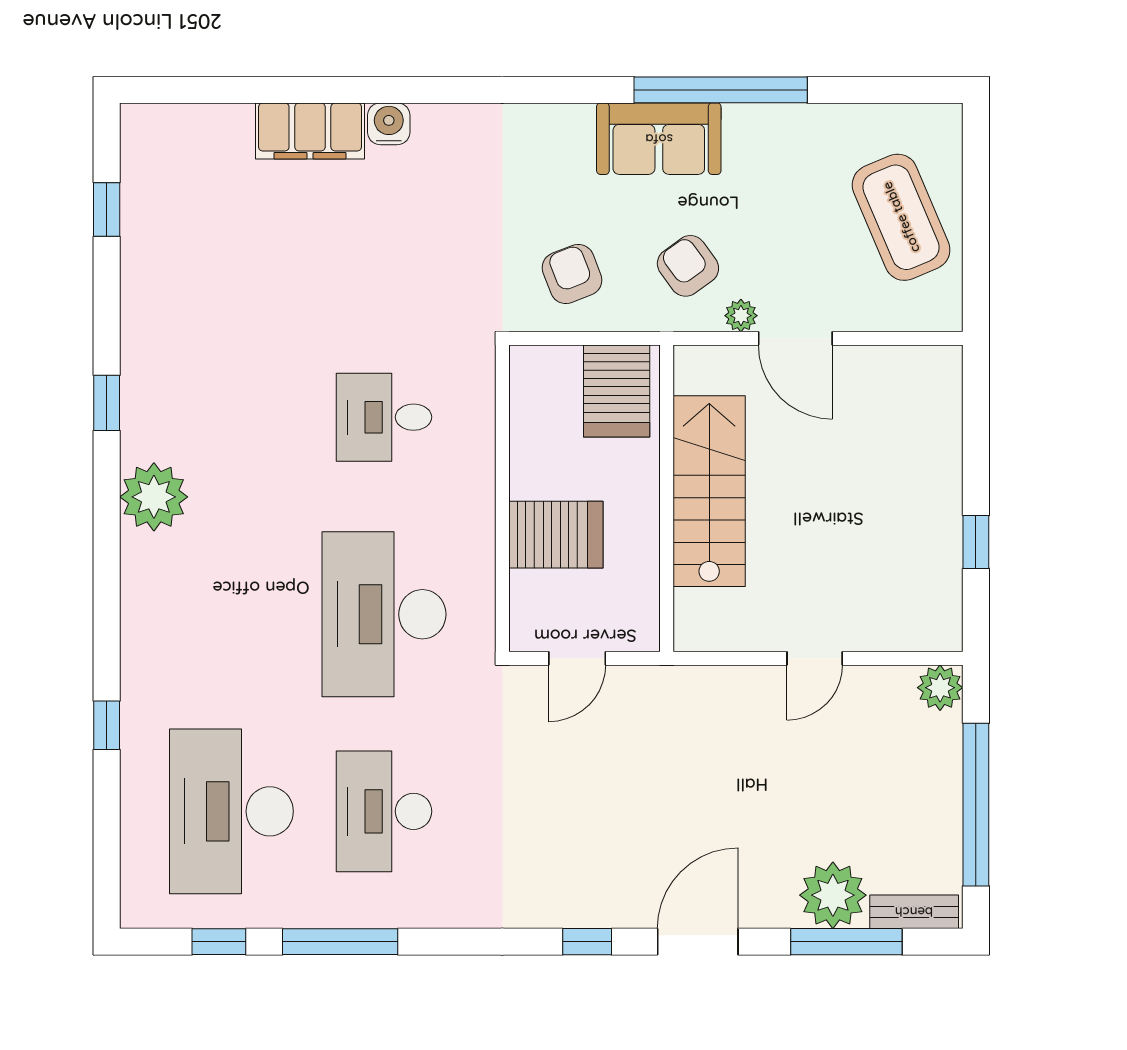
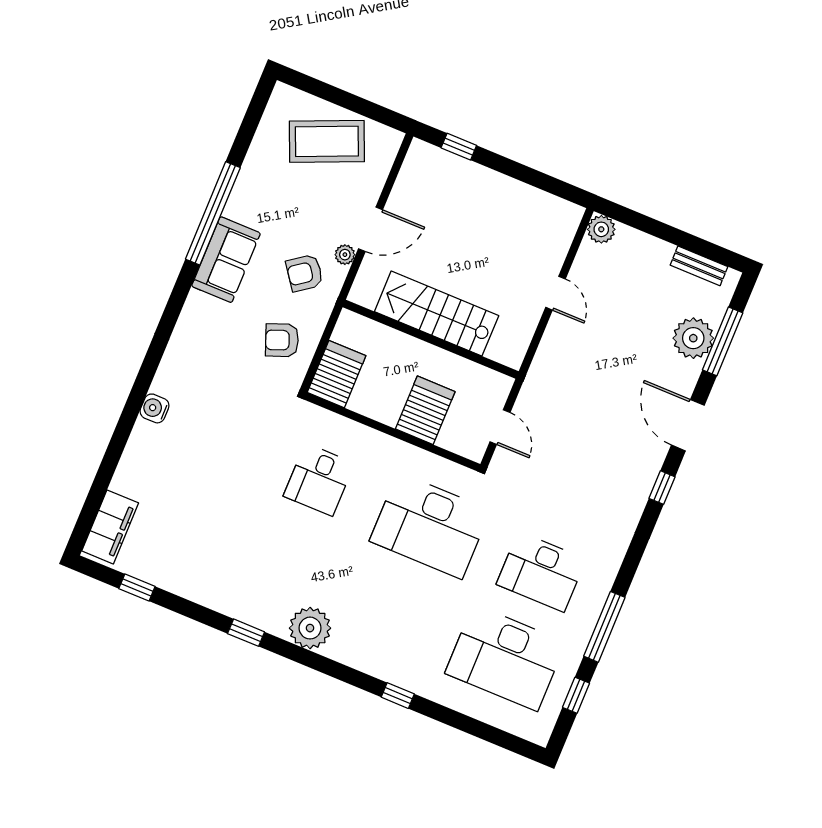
filing cabinet: (310, 131) -> (110, 527), moved
server rack: (617, 391) -> (337, 374), moved, turned -90
window: (976, 542) -> (459, 147), moved
window: (107, 725) -> (398, 696), moved
window: (976, 805) -> (676, 236), removed
bench: (914, 912) -> (699, 266), moved, turned 90

